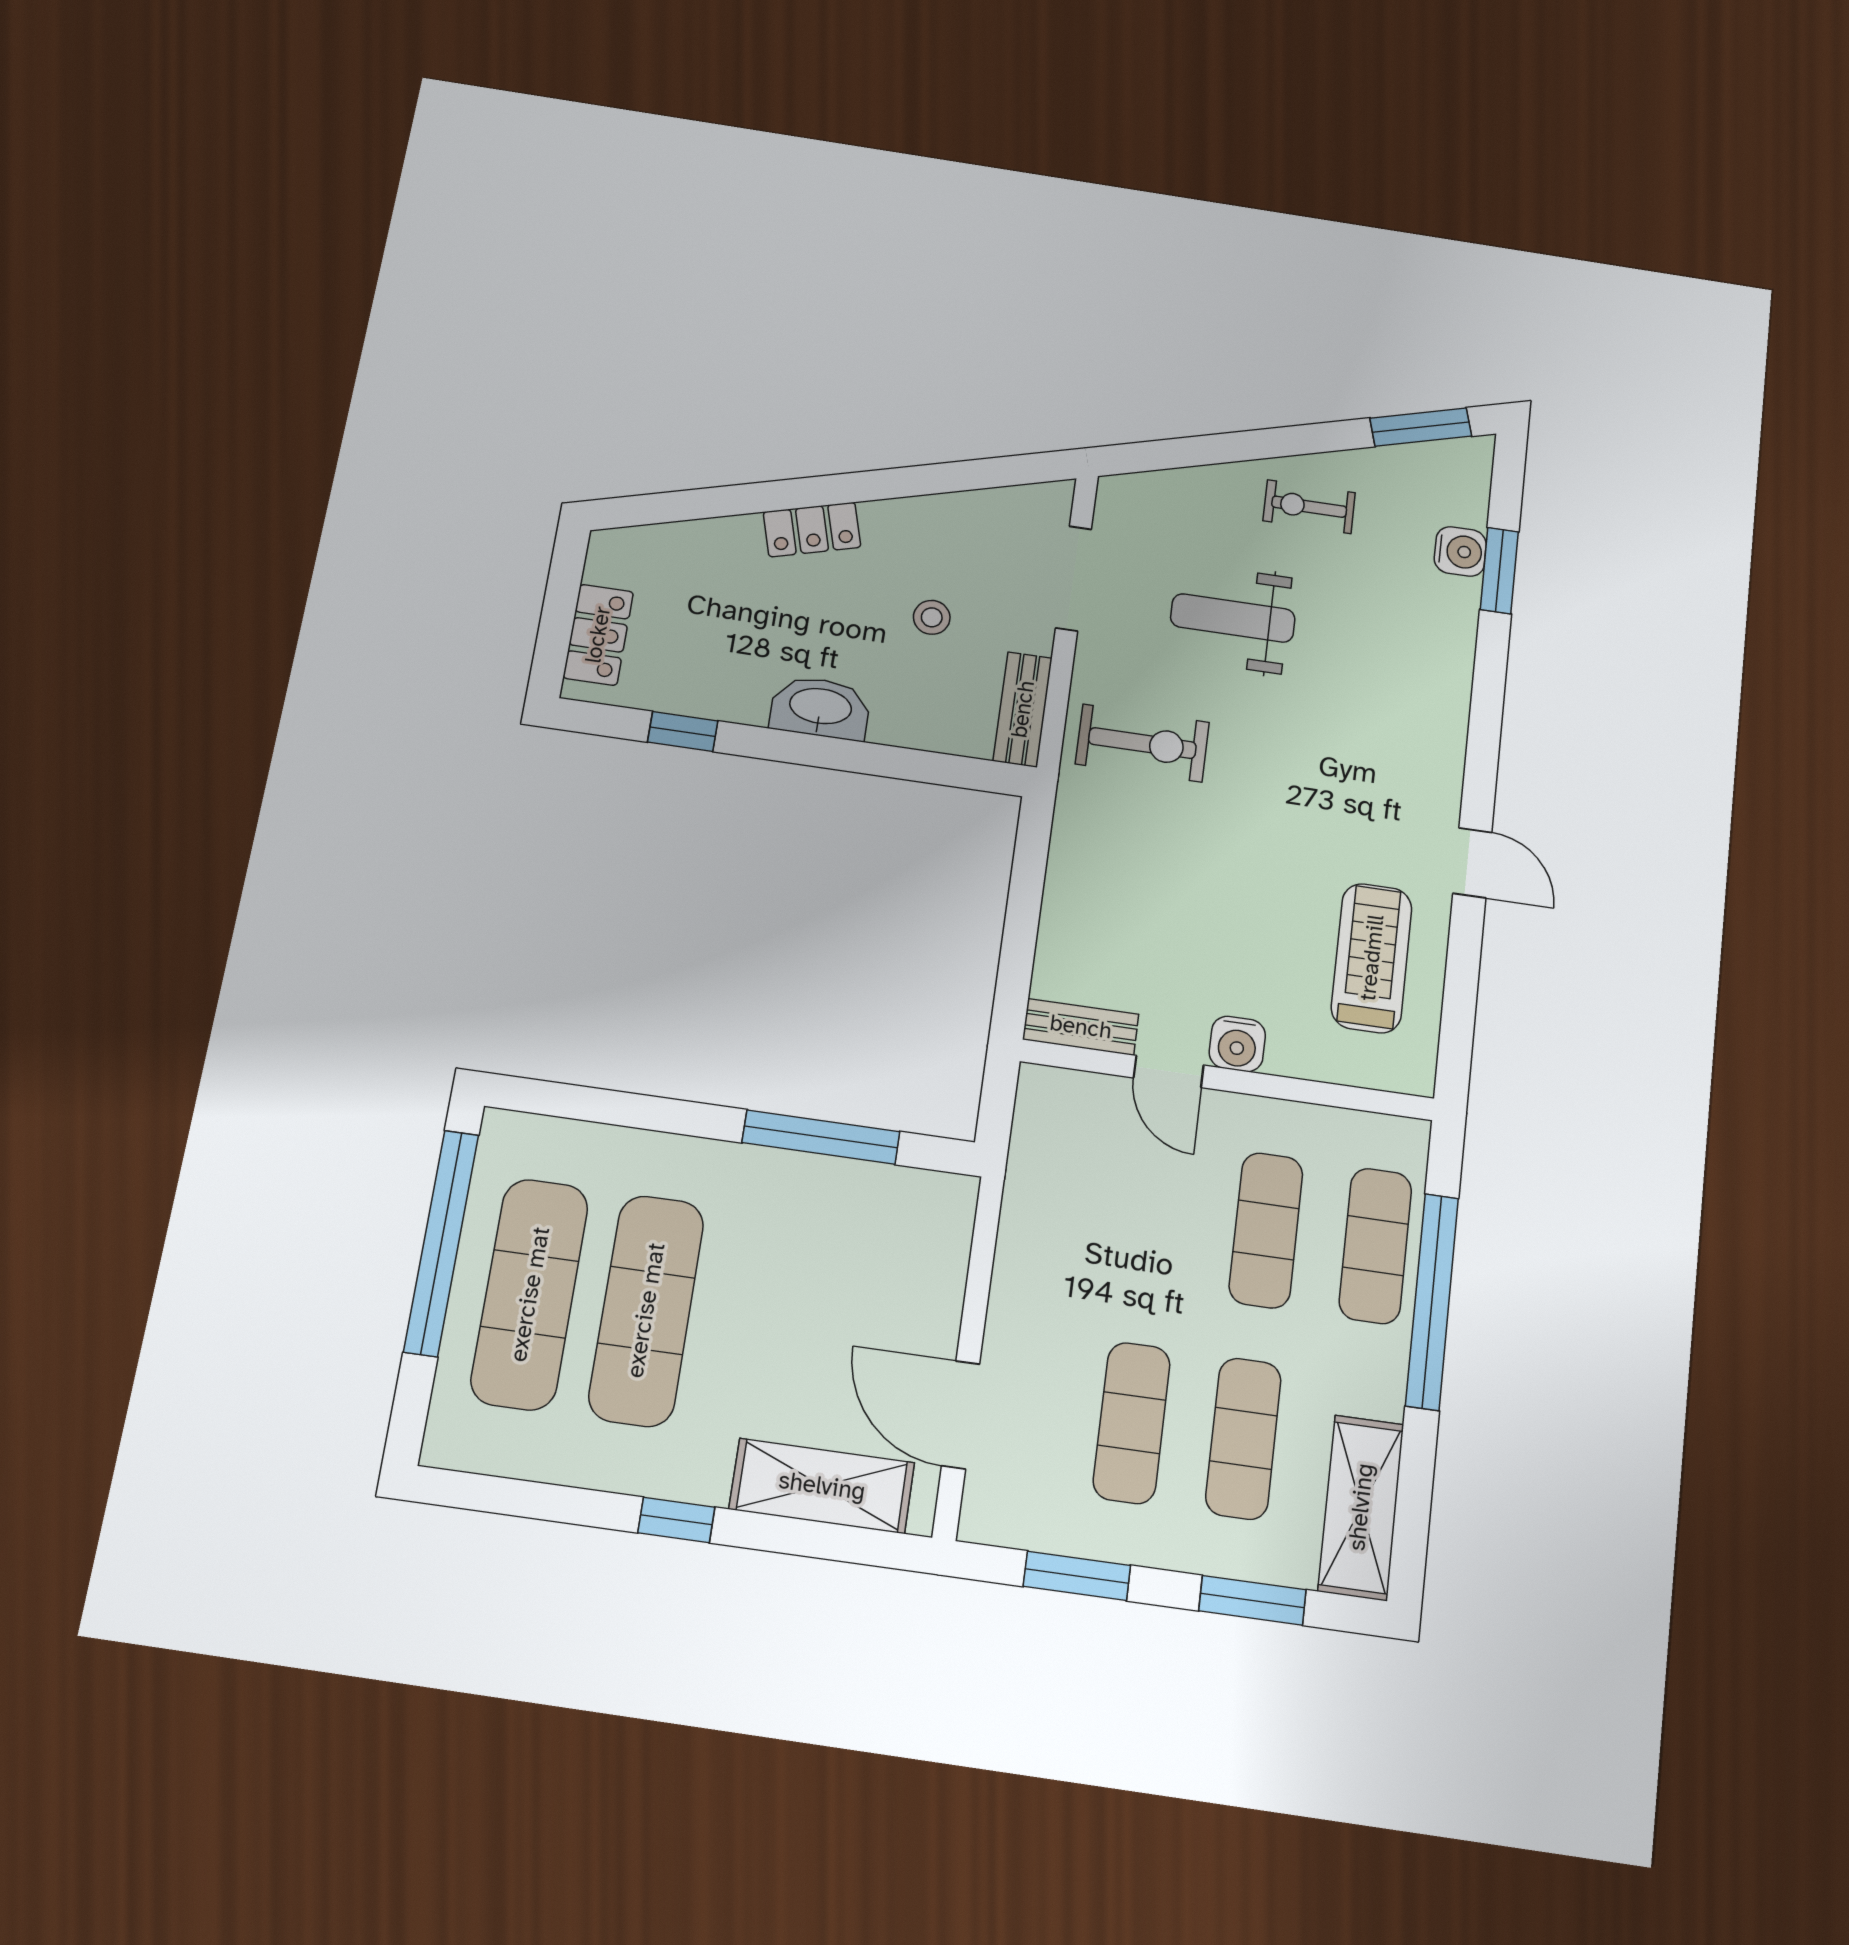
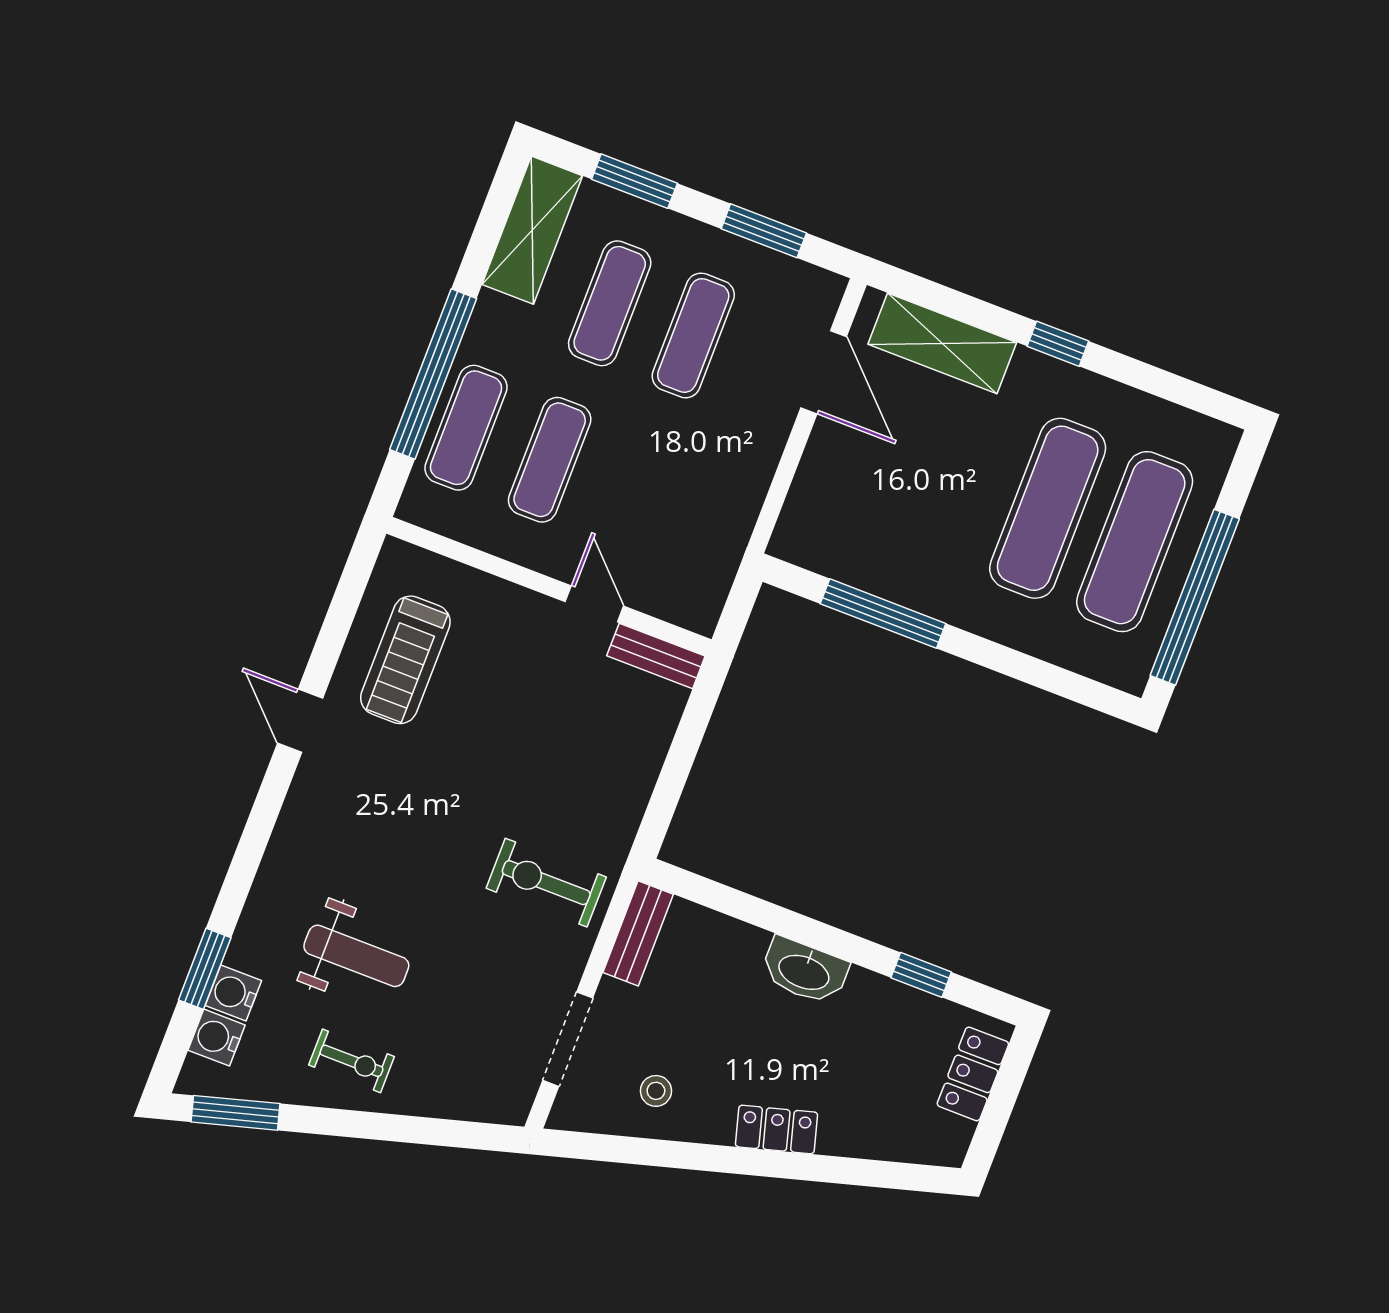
stool: (932, 617) -> (656, 1091), moved
weight bench: (1233, 618) -> (356, 956), moved
water cooler: (1237, 1044) -> (217, 1038), moved, turned -90

